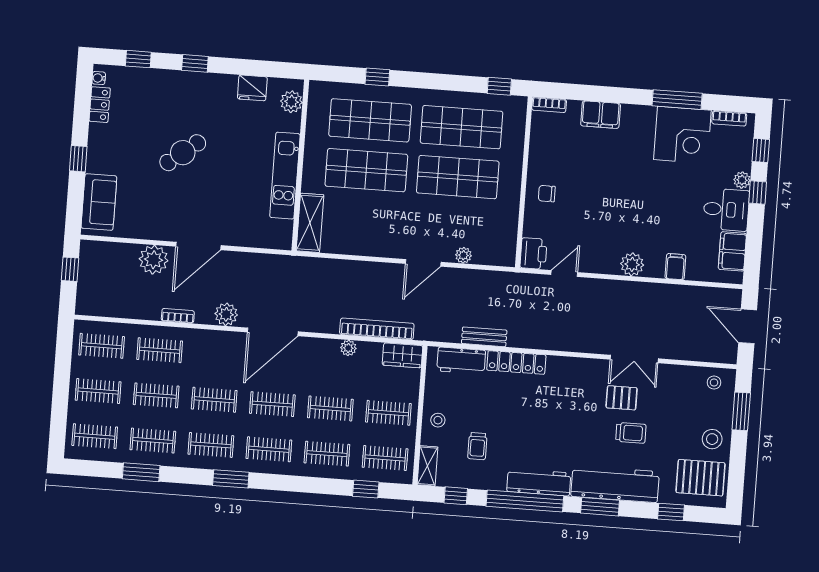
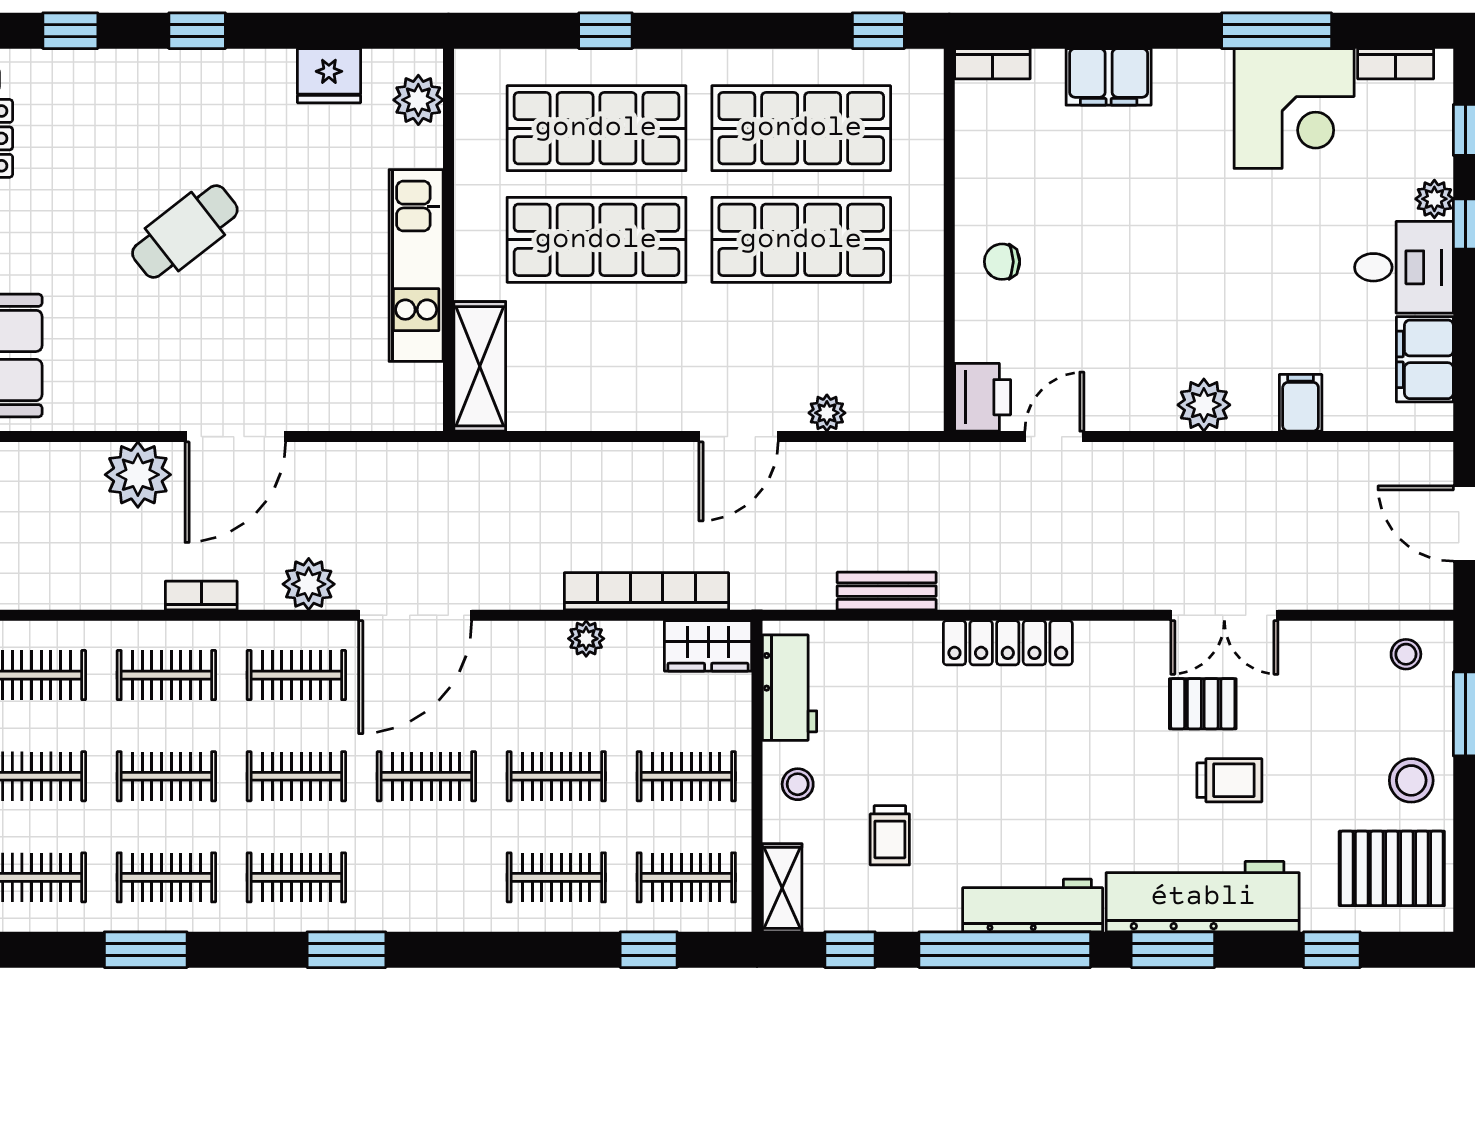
workbench: (461, 361) -> (790, 688), moved, turned -90
locker: (516, 362) -> (1008, 643), moved
clothes rail: (269, 449) -> (296, 675), moved

